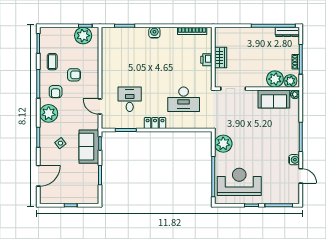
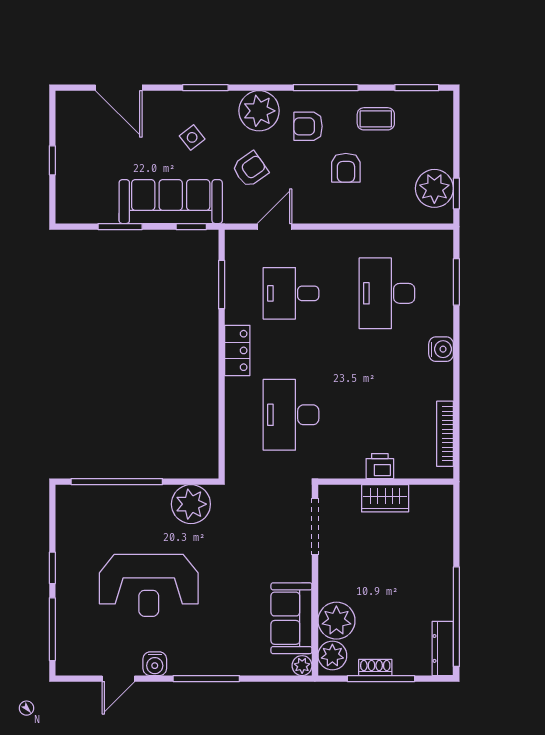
desk: (130, 57) -> (387, 293), added
desk: (130, 99) -> (291, 293), turned 180
armchair: (75, 117) -> (250, 169), added
sofa: (89, 147) -> (171, 202), width x1.36
reception desk: (239, 182) -> (149, 585), moved, turned 90

